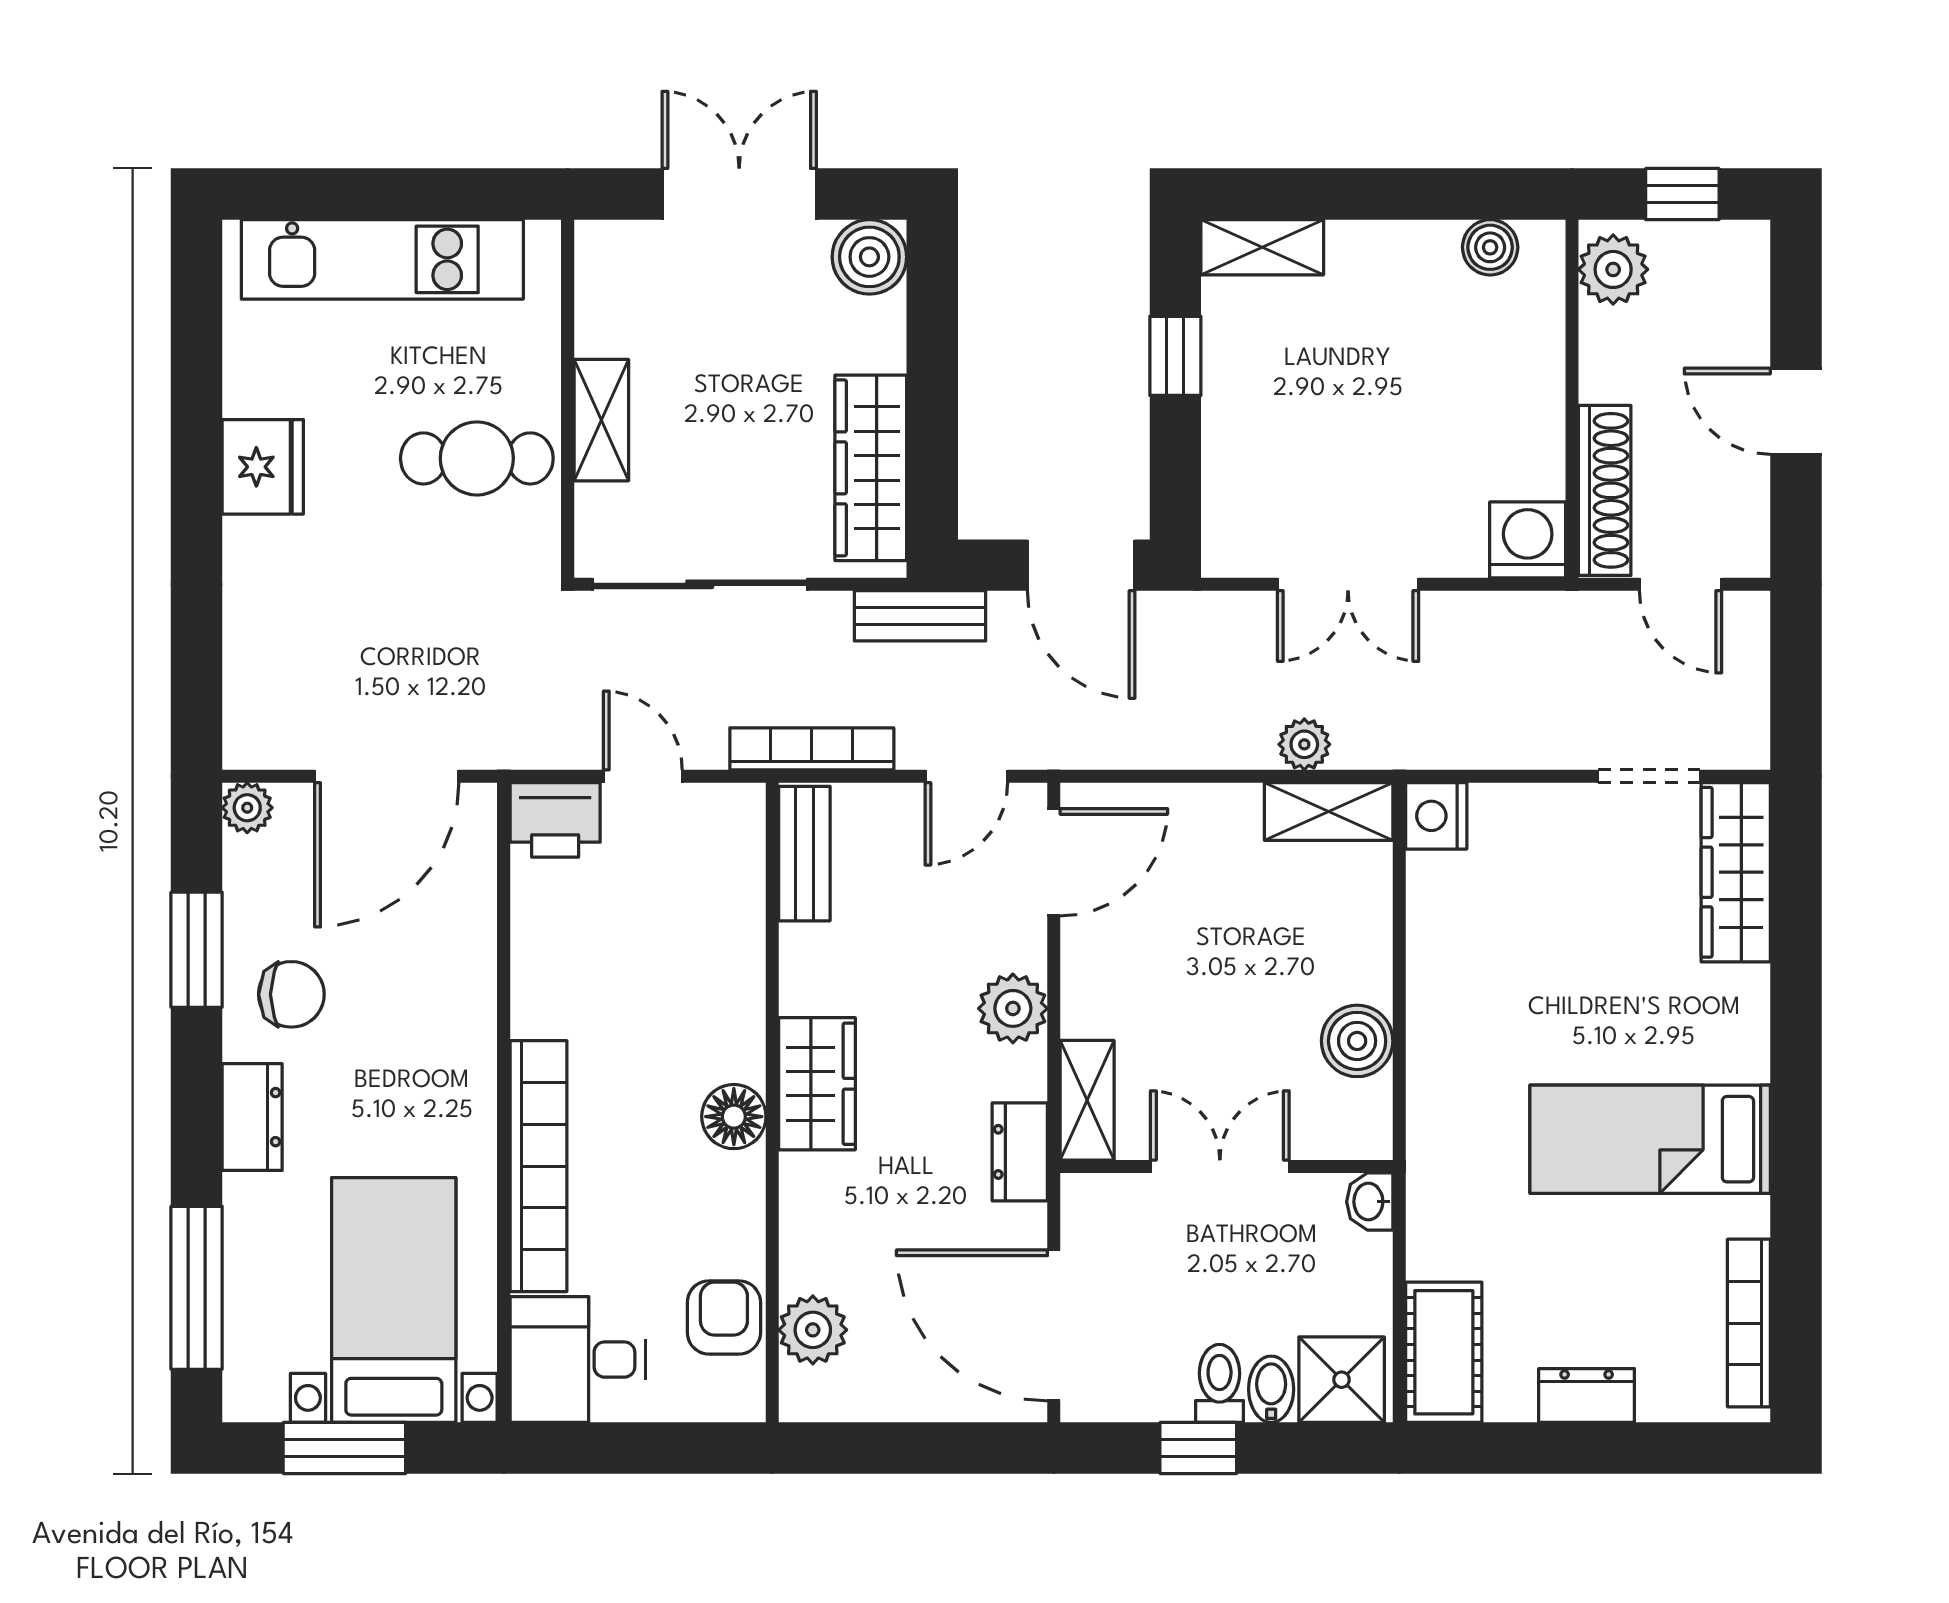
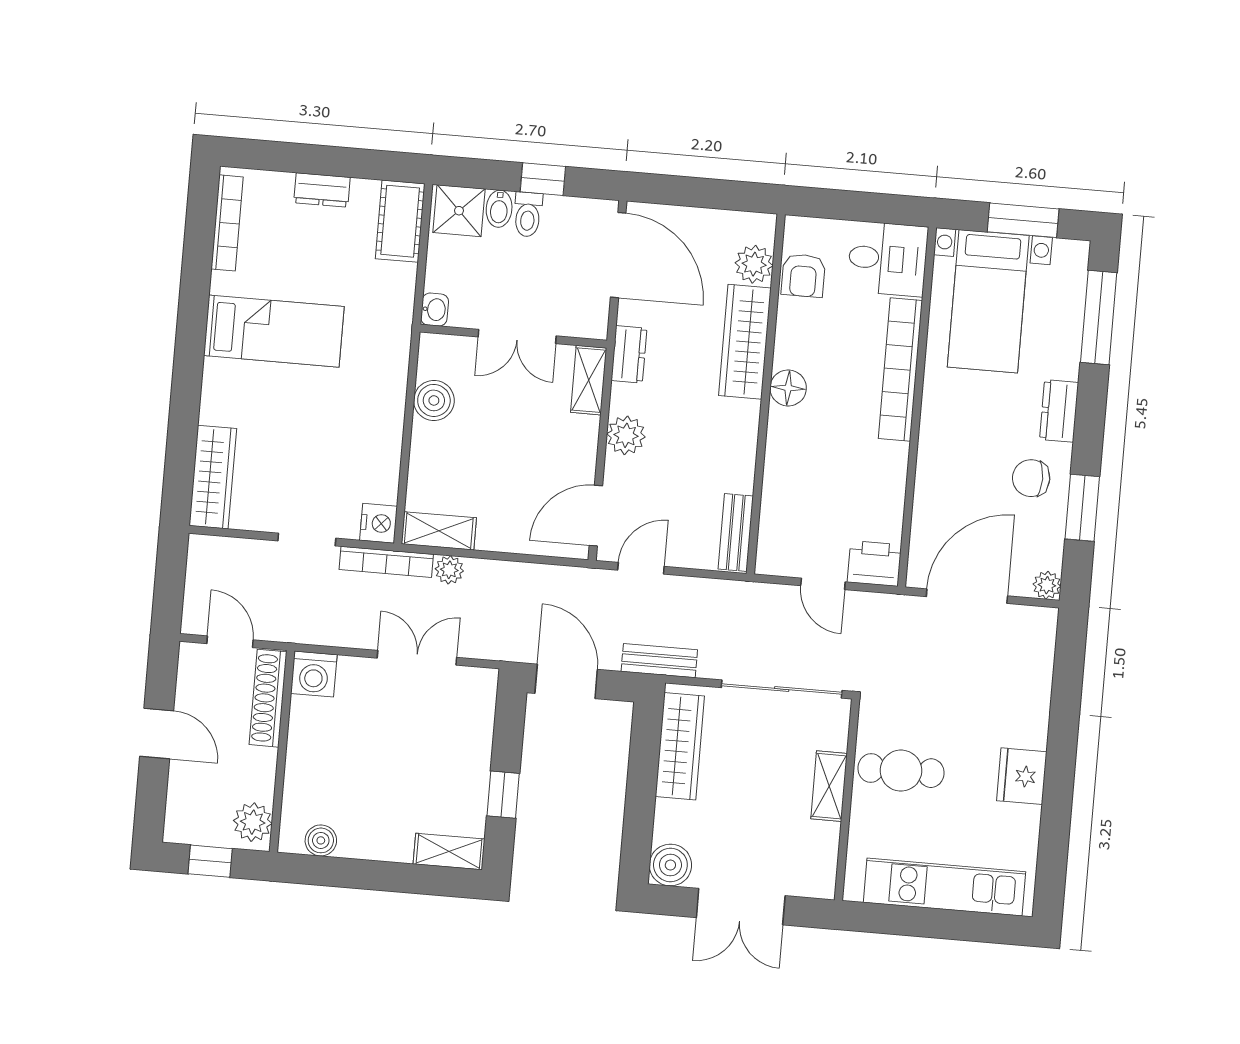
bookcase: (812, 749) -> (386, 562), moved
doorway: (1649, 776) -> (307, 540), moved
wardrobe: (817, 1084) -> (745, 342), moved, width x1.50

